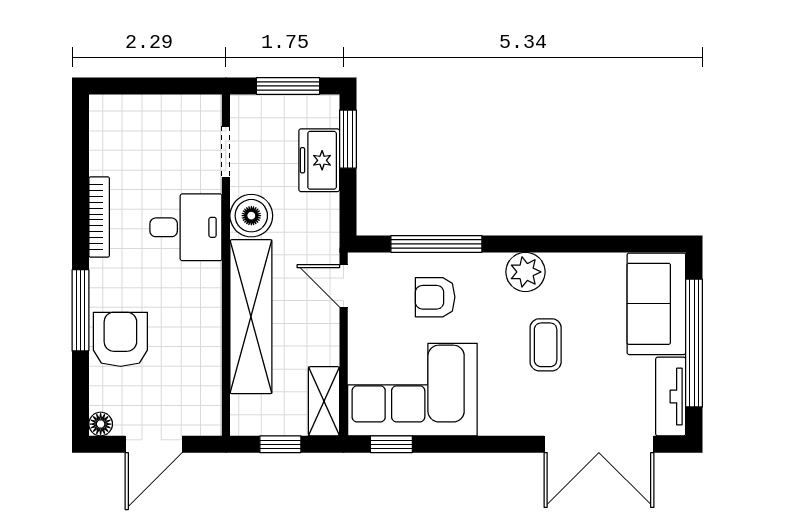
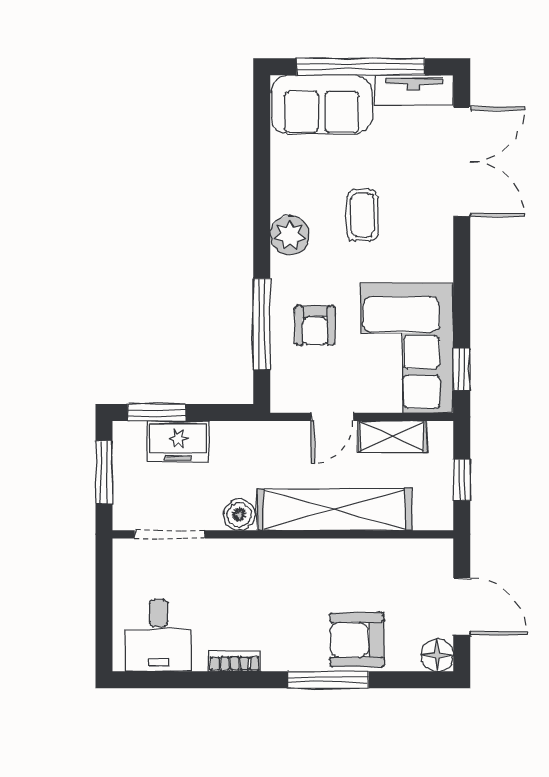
doorway: (226, 152) -> (170, 534), width x1.38
boiler: (251, 216) -> (239, 515), width x0.73, depth x0.73
bookcase: (99, 217) -> (235, 661), width x0.64
desk: (186, 227) -> (159, 635), moved, turned 180
door: (344, 286) -> (332, 417), moved
coffee table: (546, 345) -> (362, 215), turned 90
shelving: (324, 401) -> (392, 436), moved
floor lamp: (101, 424) -> (437, 655), width x1.37, depth x1.37

